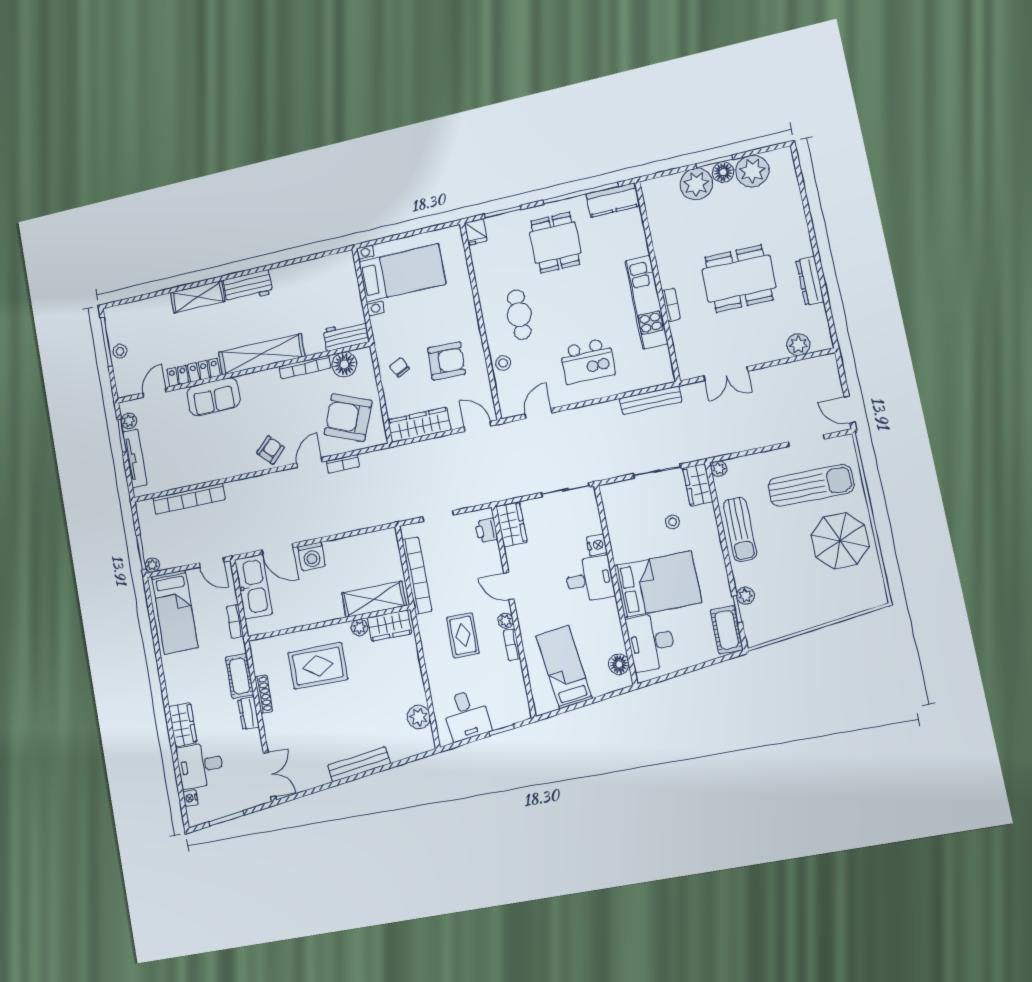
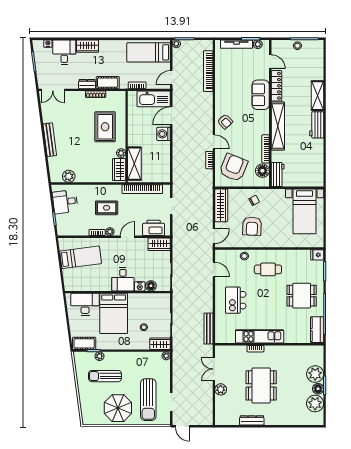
plant: (798, 345) -> (221, 389), moved
door: (850, 410) -> (182, 426), swing flipped
sun lounger: (740, 529) -> (105, 376), moved
printer: (486, 530) -> (154, 228), width x1.87, depth x1.48
floor lamp: (619, 664) -> (151, 286), moved

